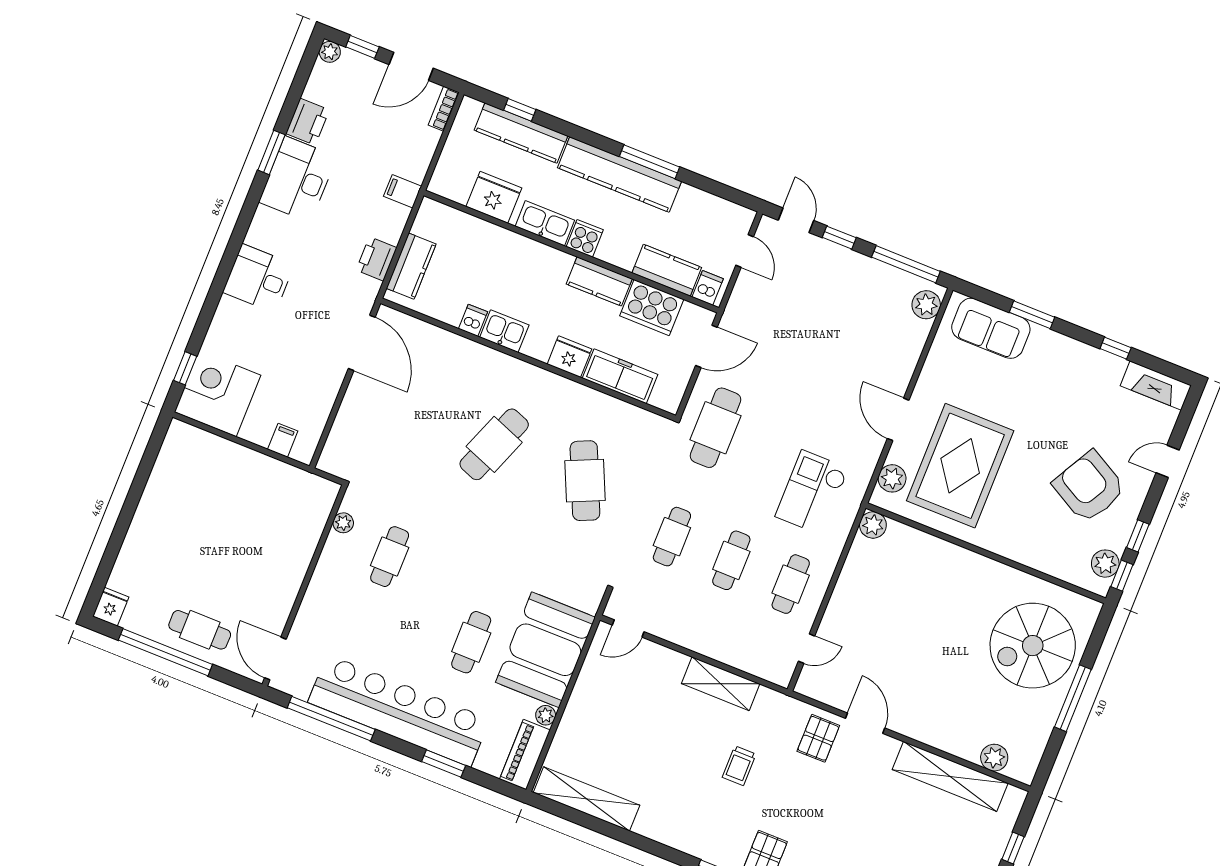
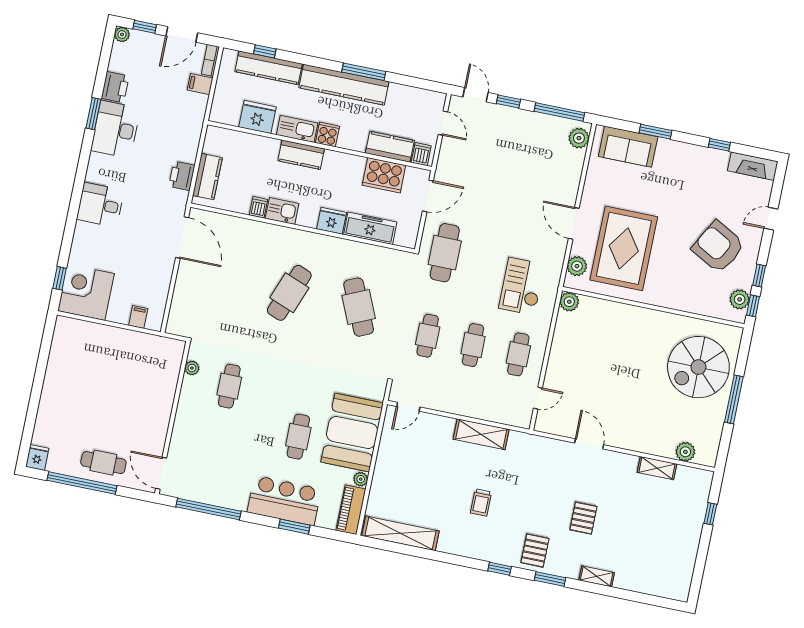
filing cabinet: (403, 191) -> (200, 84), moved
kitchen counter: (599, 281) -> (301, 155), moved
bar counter: (399, 711) -> (284, 501), width x0.54
pallet: (818, 738) -> (583, 518), moved
trolley: (739, 766) -> (481, 502), moved
shelving: (950, 776) -> (657, 468), width x0.45, depth x0.75

